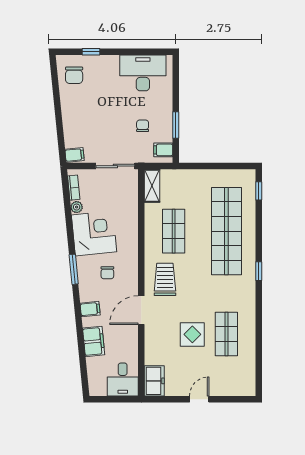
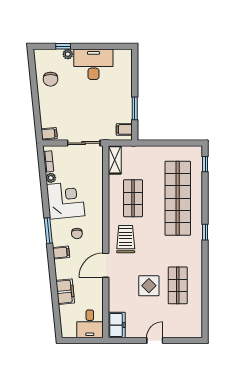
plant: (97, 61) -> (68, 54), added
desk: (143, 73) -> (93, 64), moved
chair: (74, 75) -> (50, 79), moved
chair: (143, 126) -> (107, 109), removed
filing cabinet: (90, 309) -> (61, 252), moved

